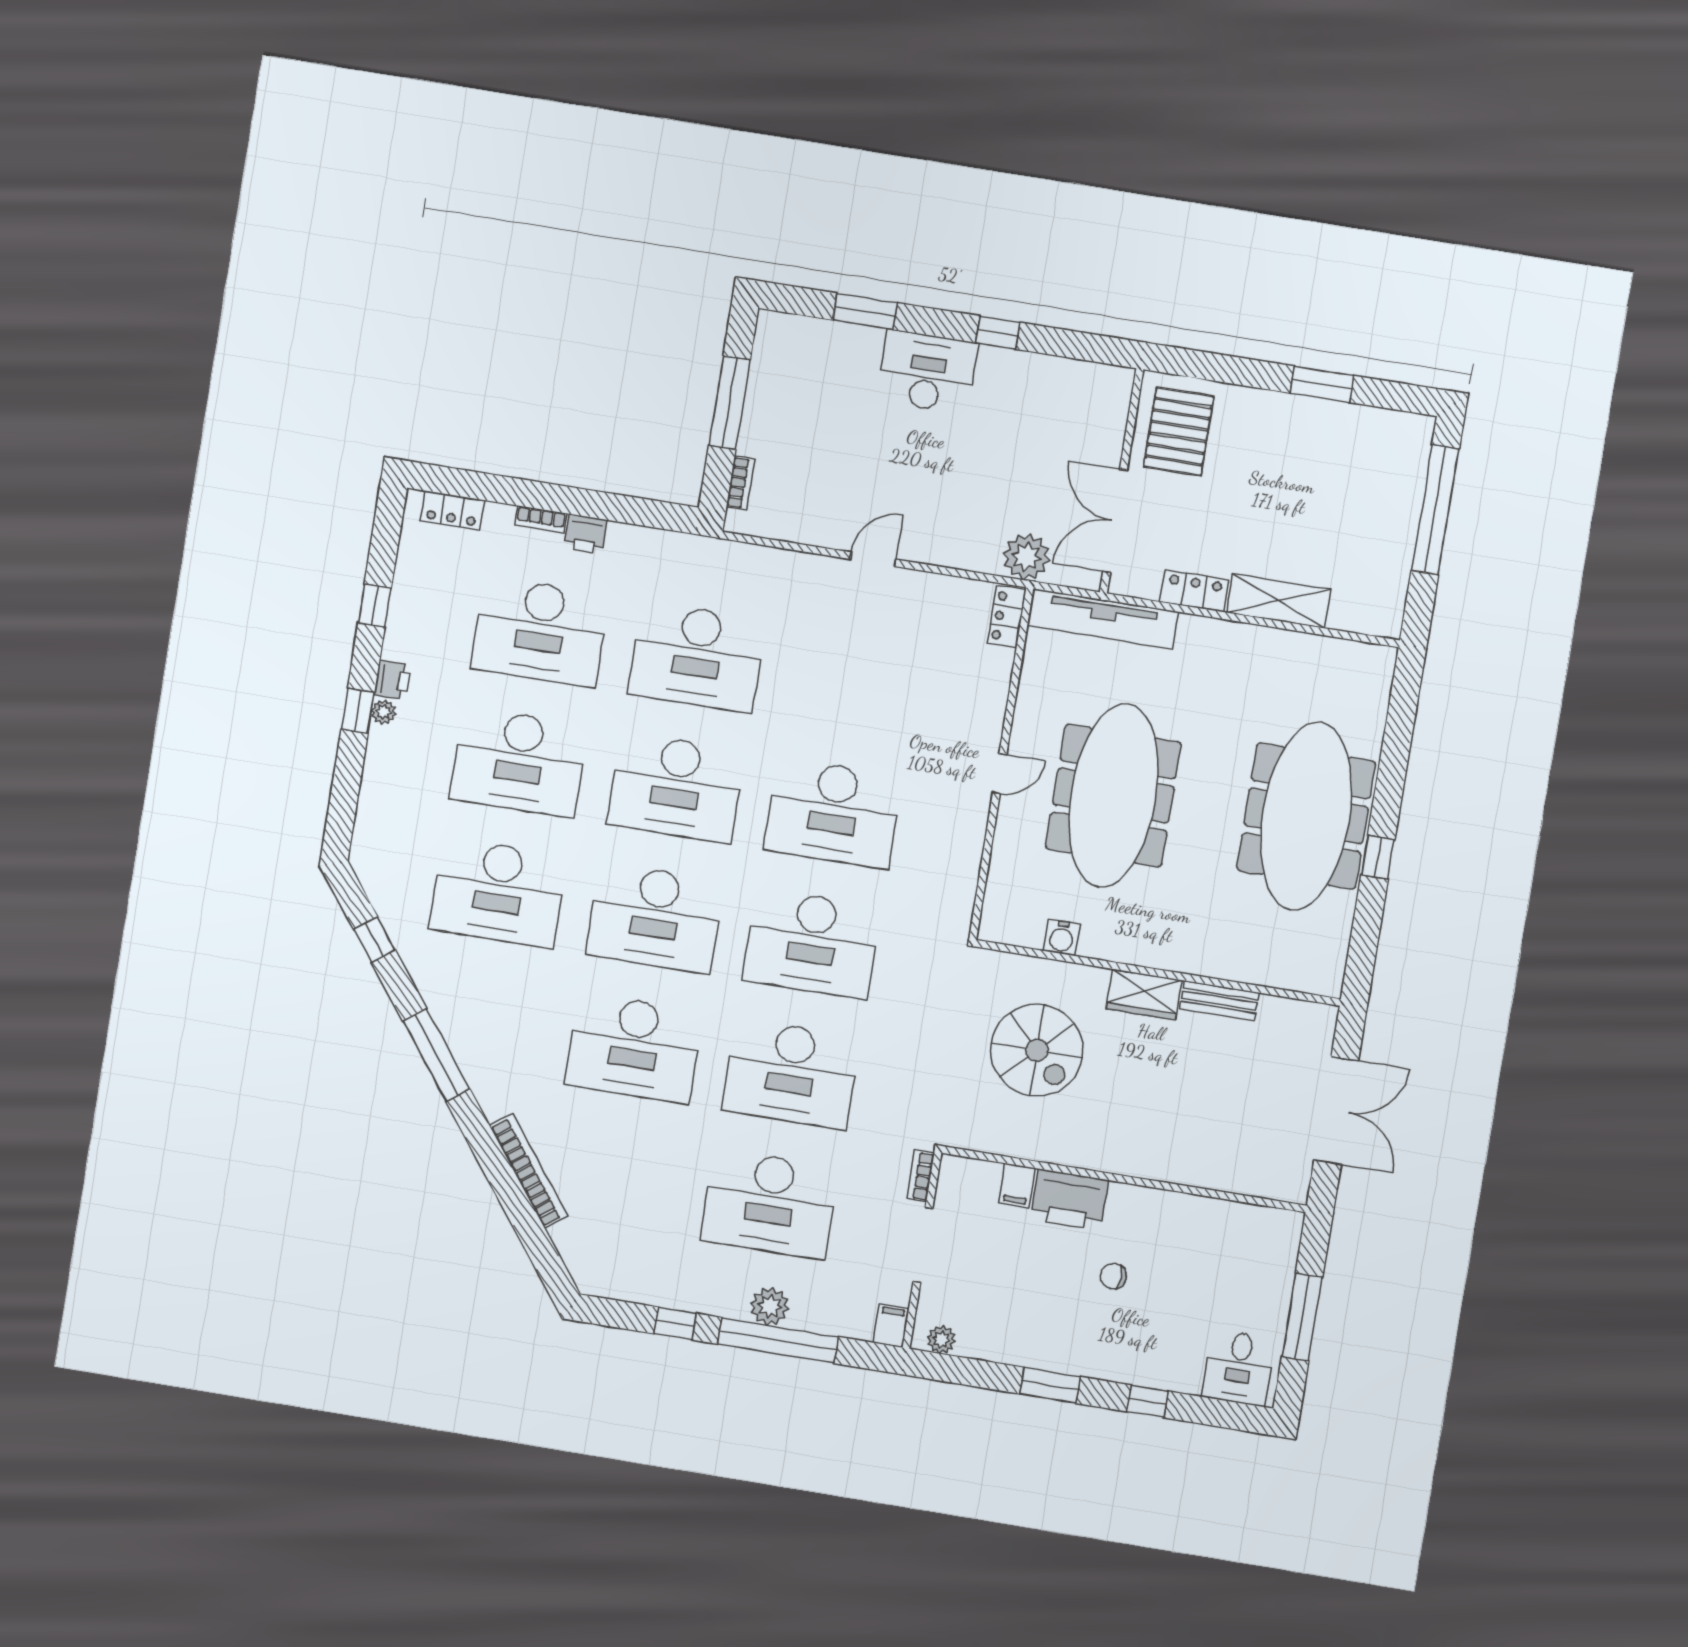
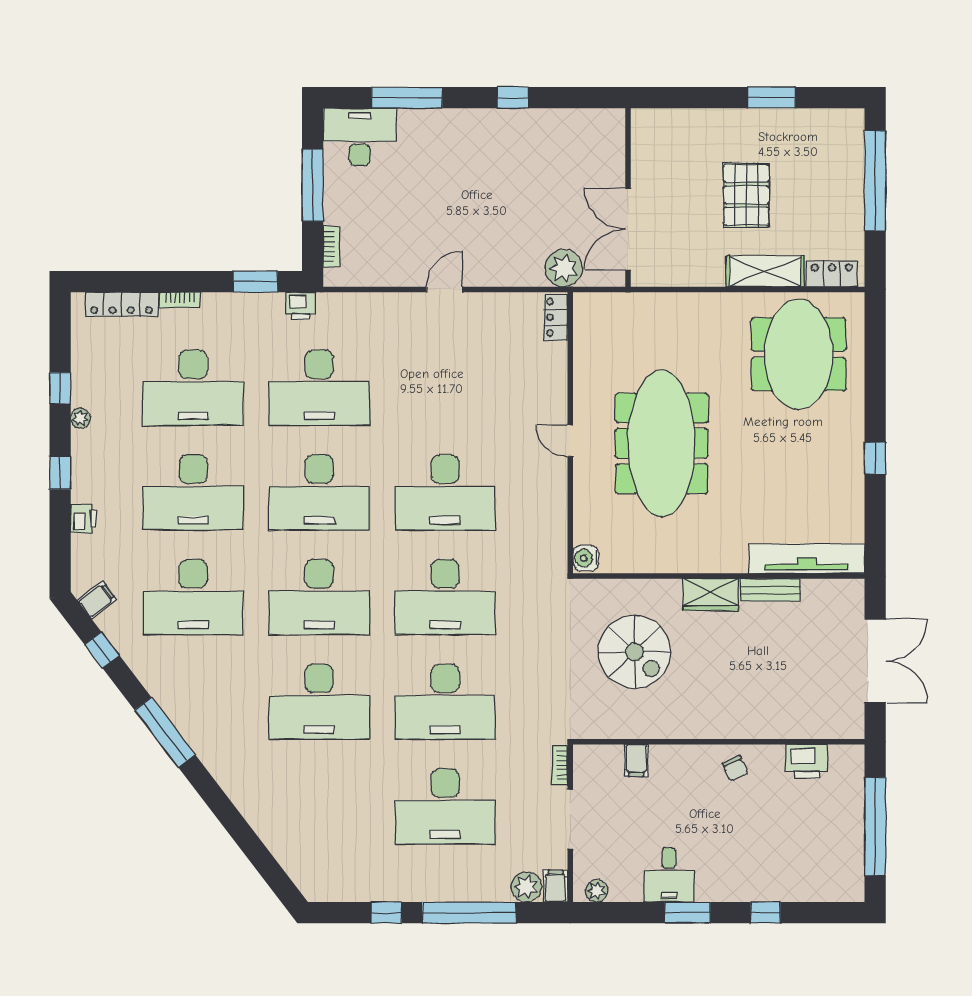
window: (865, 311) -> (407, 98), width x1.44
desk: (927, 372) -> (360, 137), moved
pallet: (1179, 431) -> (746, 195), moved
locker: (452, 510) -> (122, 304), width x1.53
window: (639, 512) -> (255, 282), added
printer: (586, 534) -> (301, 306), moved
locker: (1194, 591) -> (832, 274), moved
tv unit: (1103, 619) -> (807, 559), moved, turned 180
printer: (392, 680) -> (83, 519), moved
plant: (384, 712) -> (81, 418), moved
door: (1000, 774) -> (570, 441), swing flipped
meeting table: (1306, 816) -> (799, 354), moved, width x0.73
filing cabinet: (378, 877) -> (97, 600), added
water cooler: (1062, 937) -> (586, 558), moved, turned 90
bookcase: (529, 1171) -> (252, 812), removed
printer: (1069, 1200) -> (807, 761), moved, width x0.73, depth x0.84
chair: (1113, 1276) -> (735, 768), moved, turned -115
plant: (770, 1306) -> (526, 887), moved
window: (1302, 1317) -> (875, 827), width x1.46
desk: (1238, 1368) -> (669, 875), moved

